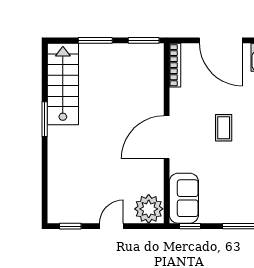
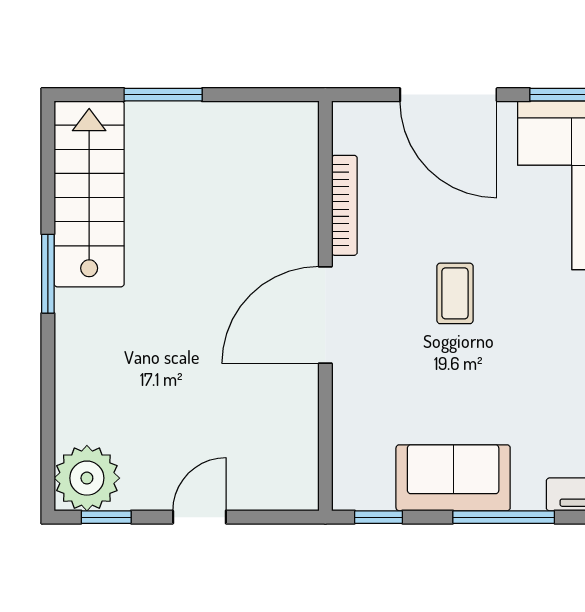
window: (144, 40) -> (273, 95), removed
bookcase: (175, 65) -> (344, 205), moved
sofa: (184, 198) -> (453, 478), moved, turned -90
plant: (149, 209) -> (87, 478), moved

